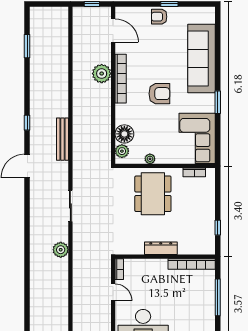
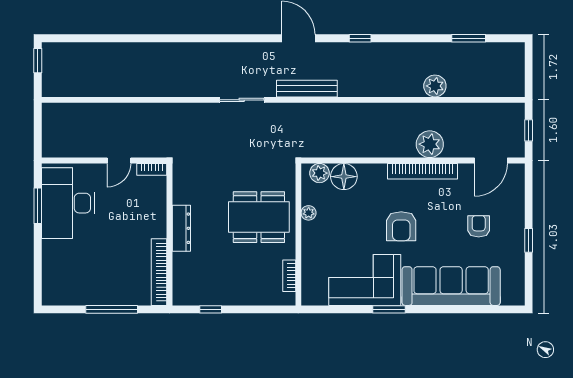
armchair: (159, 17) -> (479, 226), moved
corner sofa: (197, 138) -> (365, 280), moved
bench: (62, 139) -> (307, 89), moved
plant: (61, 250) -> (435, 86), moved

